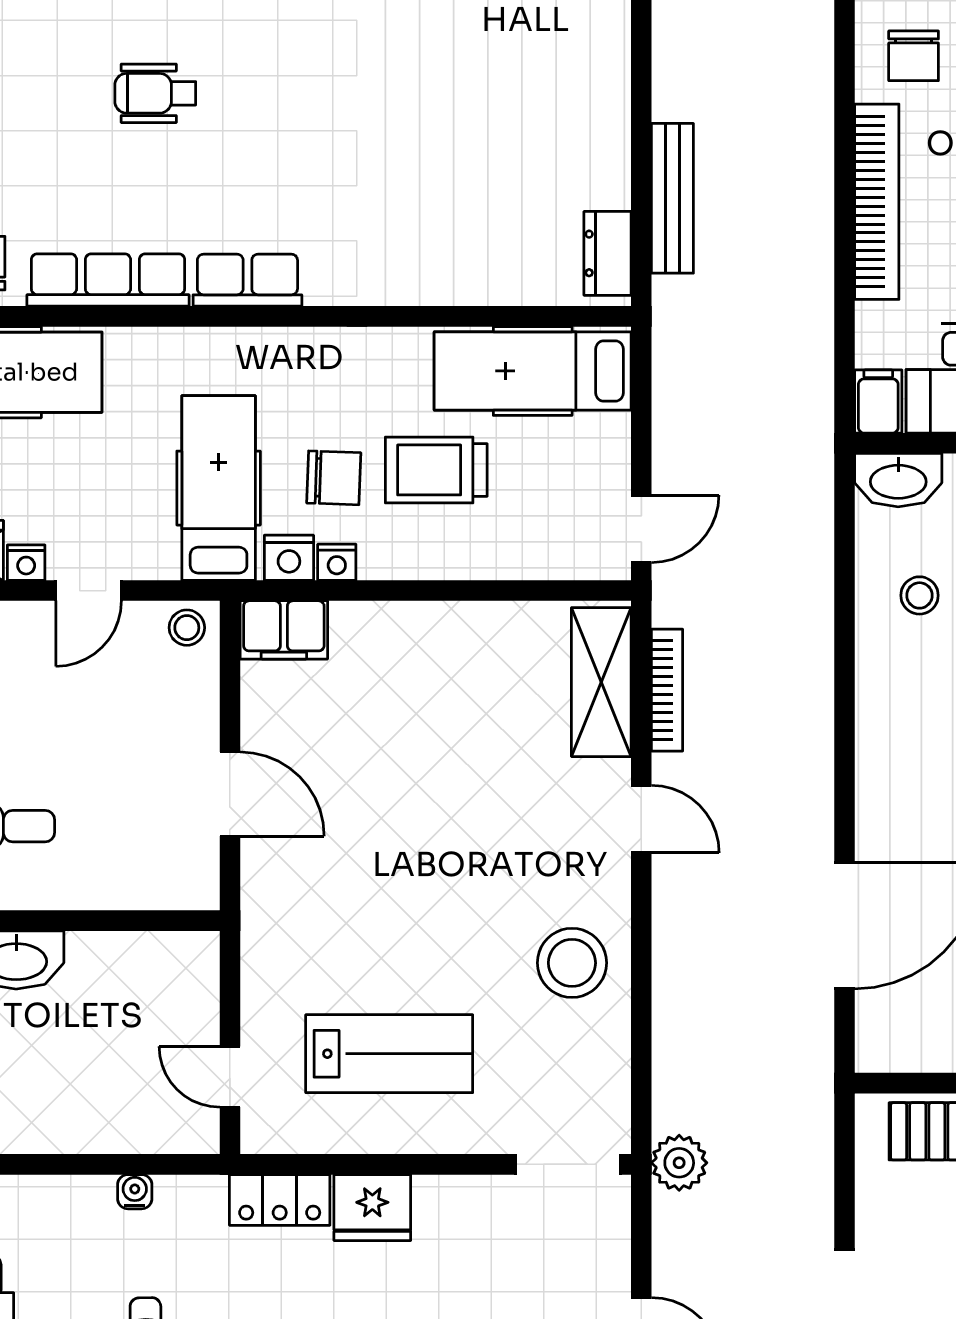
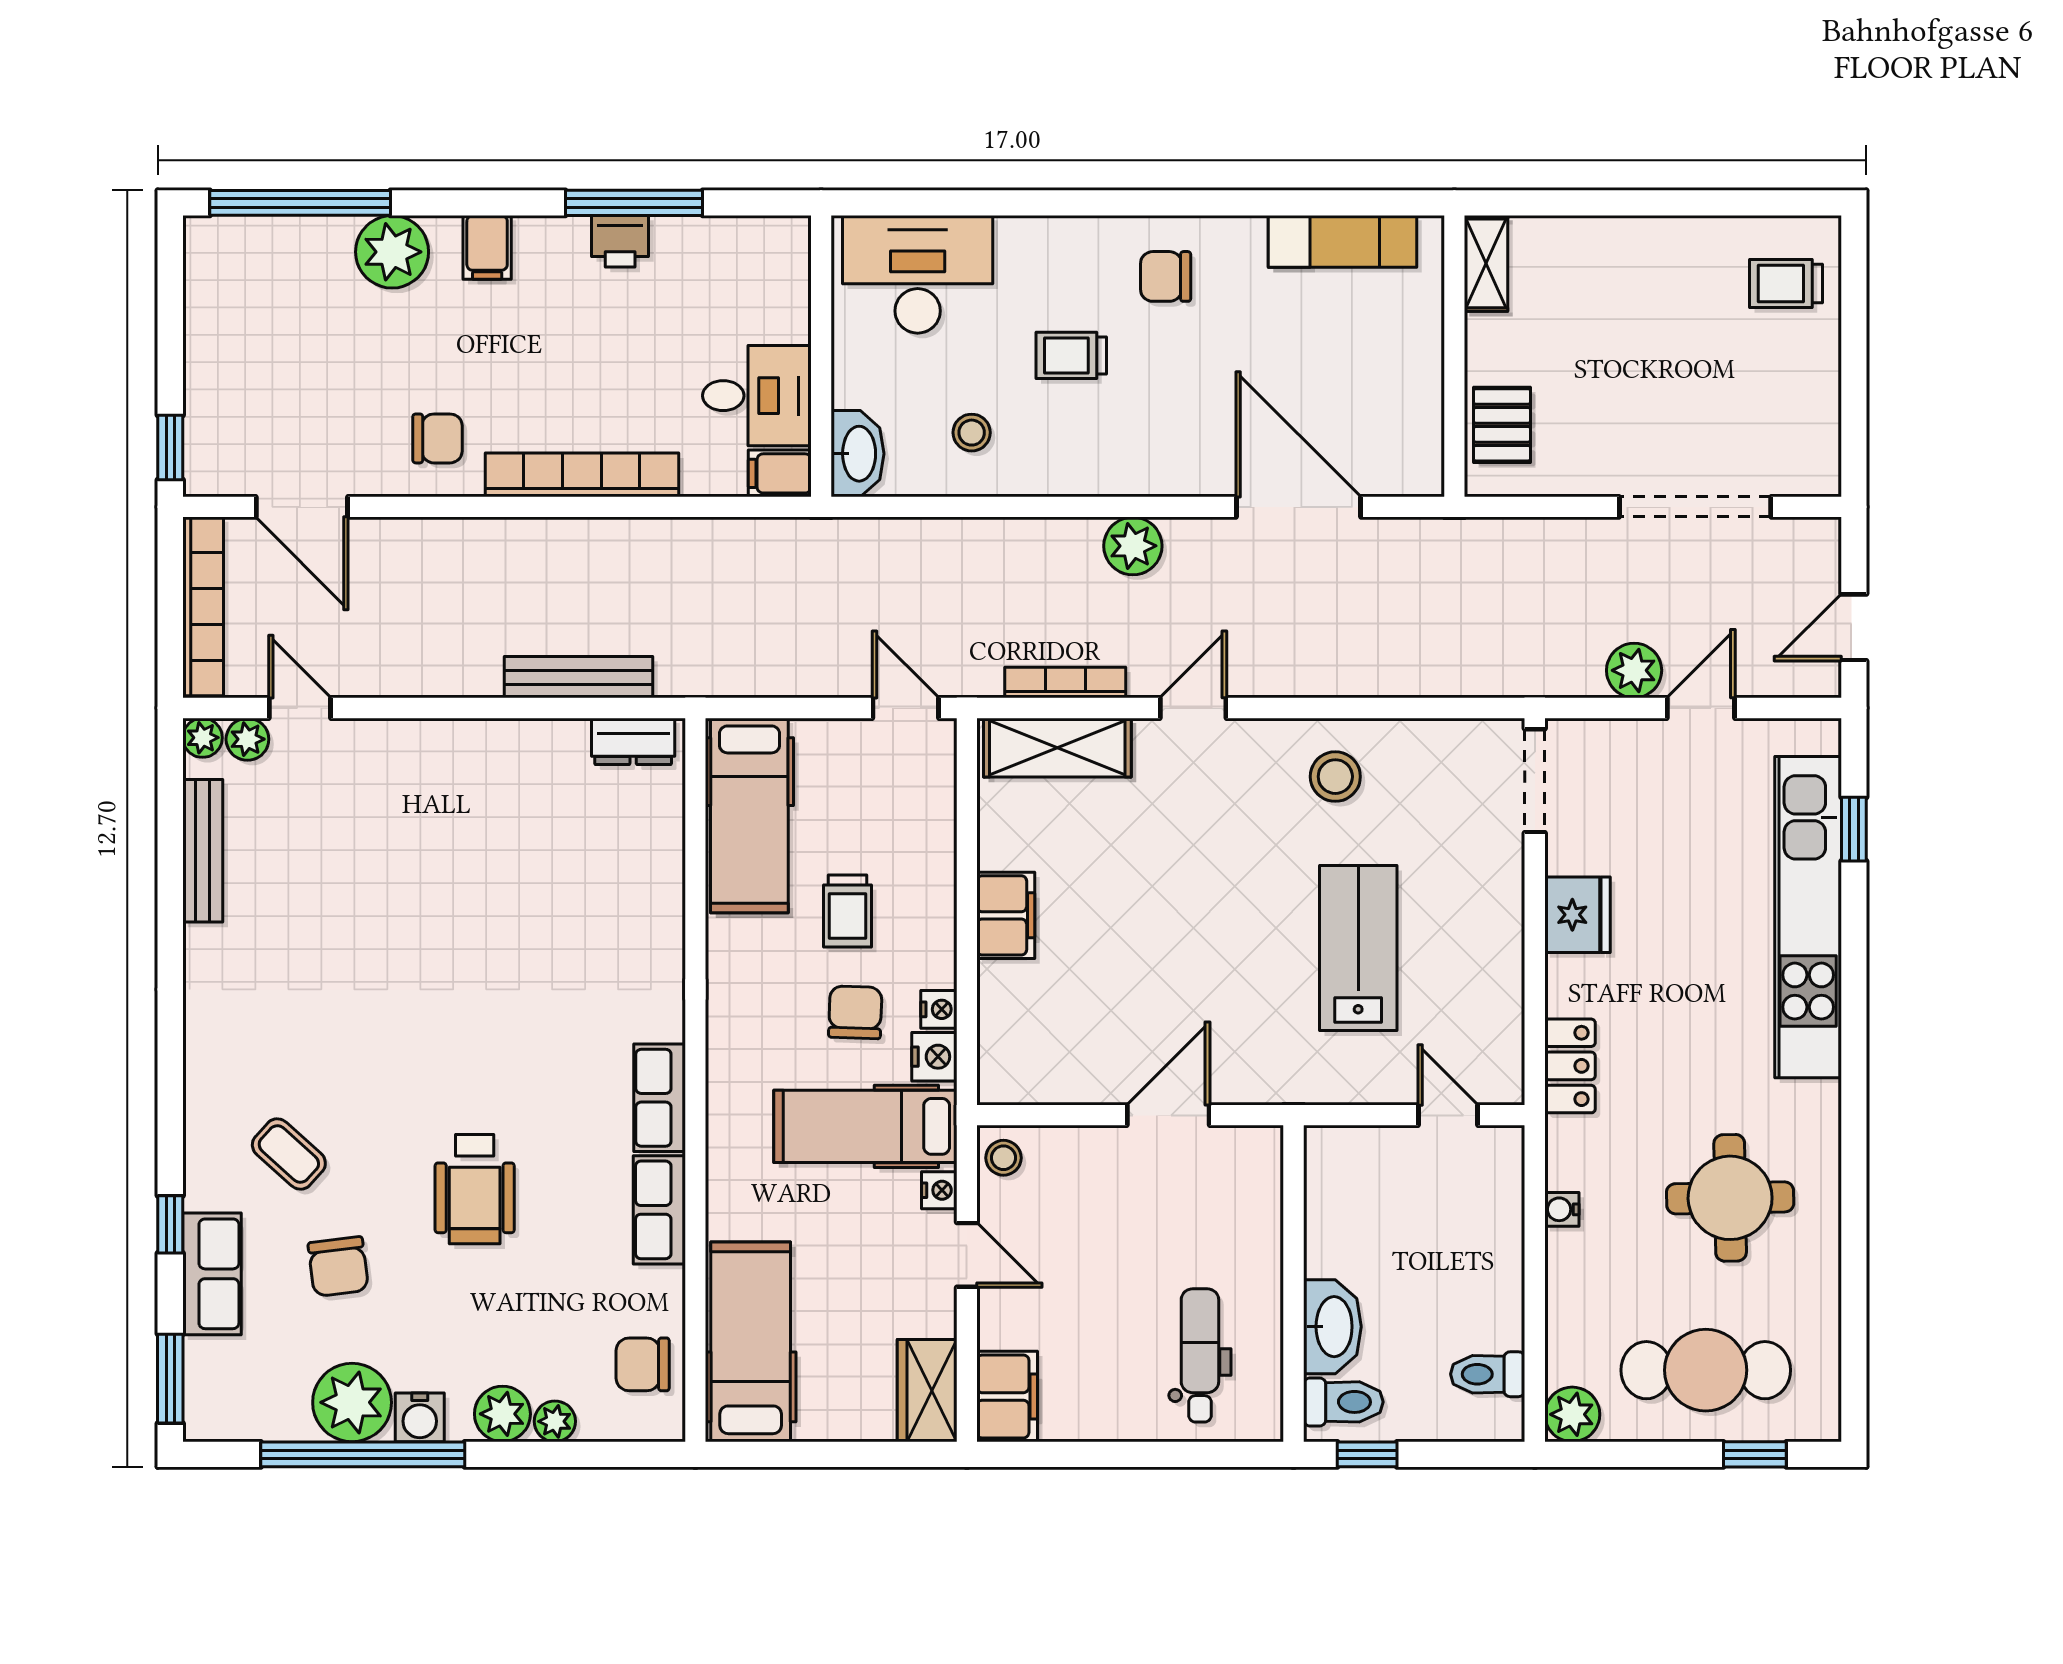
wheelchair: (155, 93) -> (475, 1189), width x1.36, depth x1.37
row of seats: (108, 280) -> (659, 1210), width x0.68
trolley: (436, 470) -> (847, 911), width x0.73, depth x0.72
nightstand: (26, 563) -> (939, 1190), moved
filing cabinet: (284, 630) -> (1006, 915), moved
plant: (805, 758) -> (1133, 546), added
stool: (572, 963) -> (1335, 777), width x0.73, depth x0.73
lab bench: (389, 1054) -> (1358, 948), moved
door: (230, 1077) -> (1448, 1115), swing flipped
plant: (679, 1163) -> (1634, 670), moved
fridge: (372, 1208) -> (1577, 915), moved

